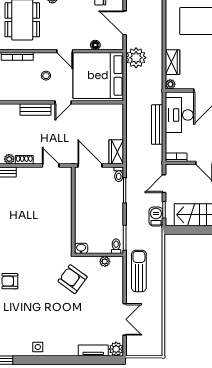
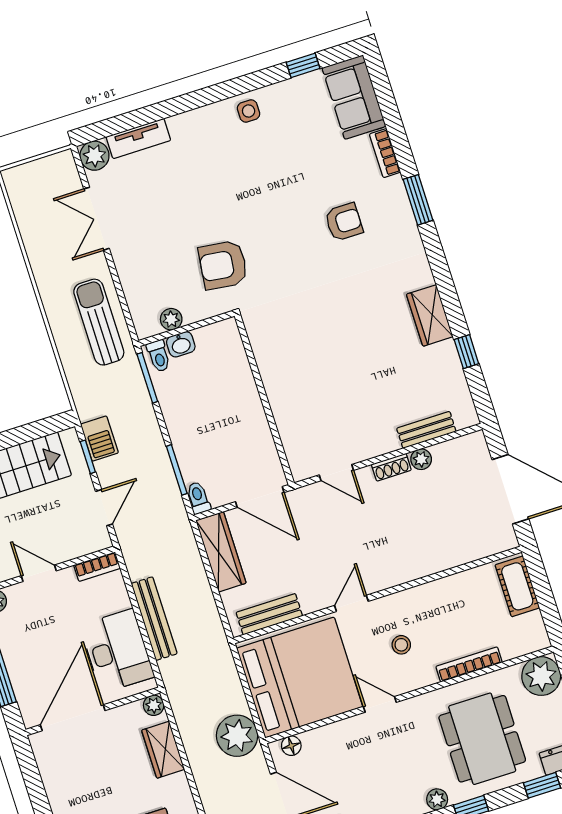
floor lamp: (95, 45) -> (291, 746), moved
bench: (35, 110) -> (269, 614), moved
wardrobe: (116, 152) -> (221, 552), width x1.50
washbasin: (81, 248) -> (181, 344), moved
sun lounger: (139, 271) -> (99, 322), turned 180
armchair: (73, 279) -> (223, 265), turned 151

